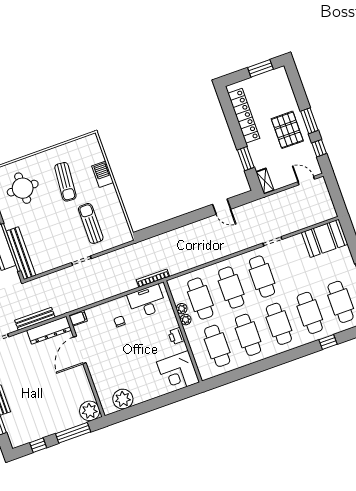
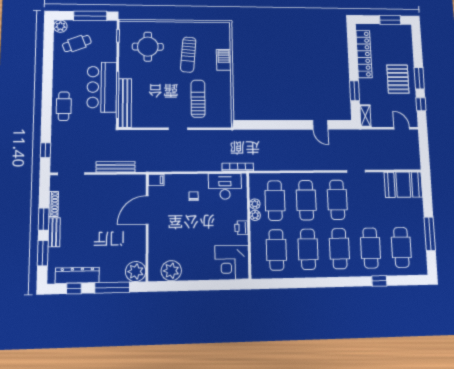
dresser: (49, 330) -> (77, 275), moved, turned 180

